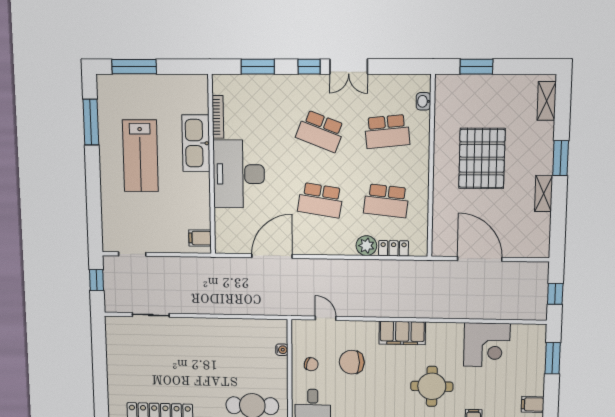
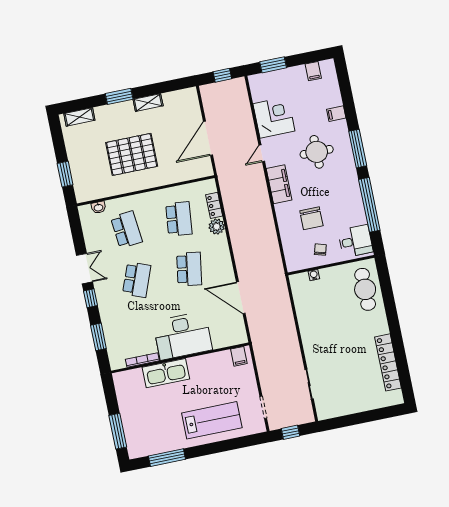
lab bench: (140, 156) -> (212, 420), moved
door: (326, 318) -> (262, 153), moved

